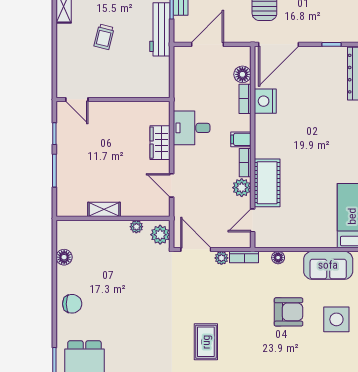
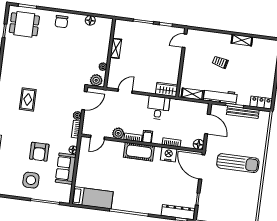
floor lamp: (242, 74) -> (199, 144), moved
shelving: (162, 75) -> (192, 94), added
wardrobe: (160, 143) -> (167, 89), moved
cot: (267, 183) -> (139, 152), moved
door: (253, 220) -> (97, 137), swing flipped
sofa: (328, 265) -> (66, 169), moved
rug: (206, 342) -> (28, 99), turned 90

